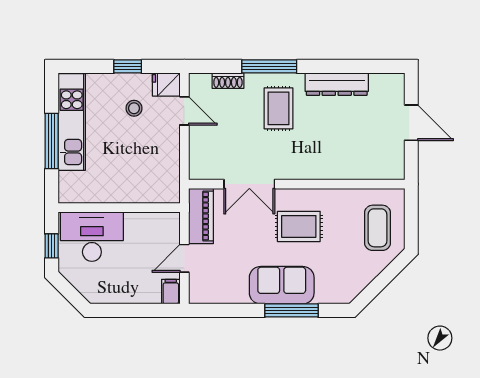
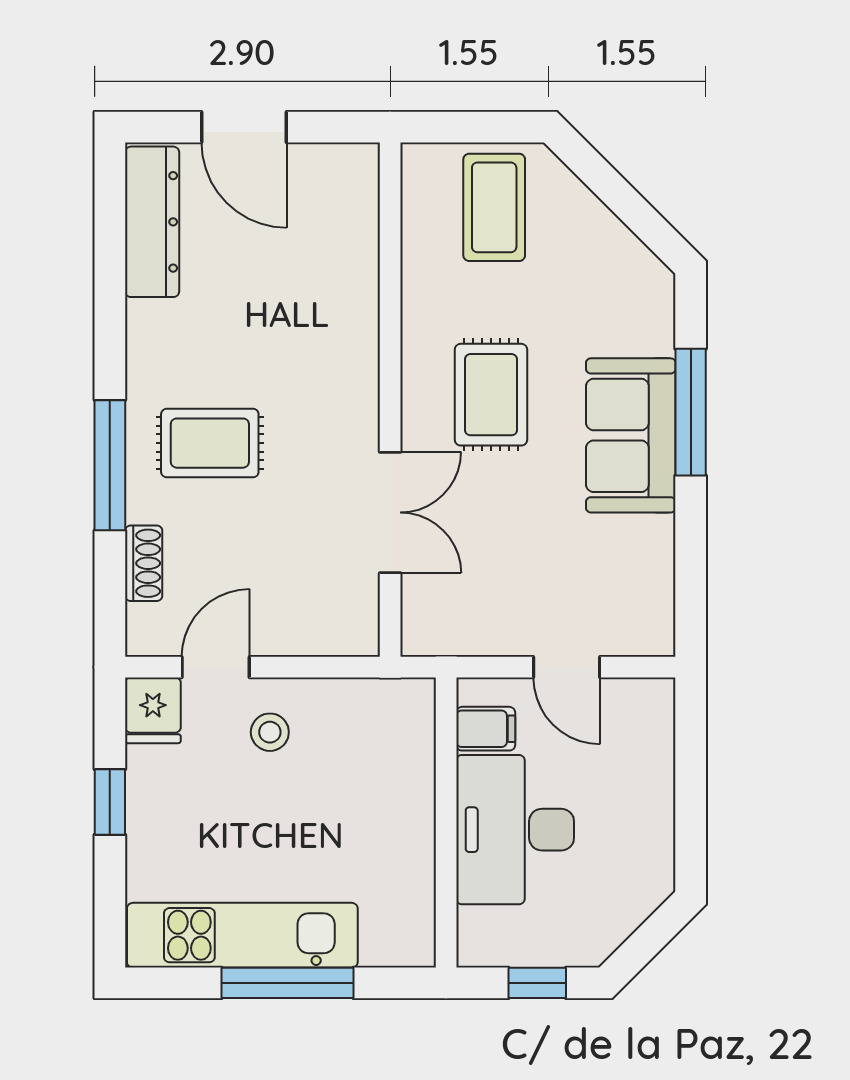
dresser: (337, 84) -> (152, 222), moved
stool: (134, 108) -> (270, 732), moved
door: (411, 123) -> (244, 127), swing flipped
piano: (201, 216) -> (466, 627), removed
coffee table: (378, 228) -> (494, 207), turned 90
desk: (92, 237) -> (515, 830), moved
filing cabinet: (171, 292) -> (486, 729), moved, turned 180

